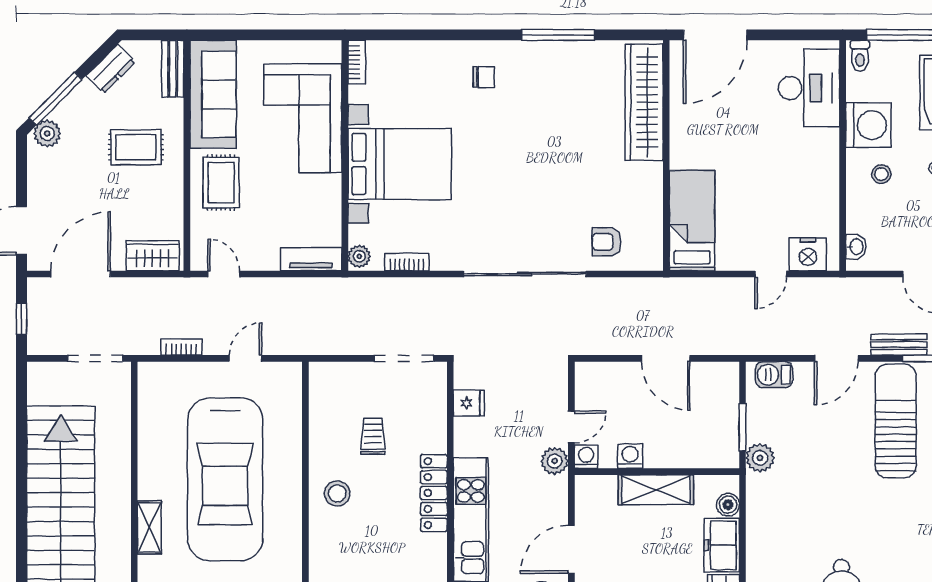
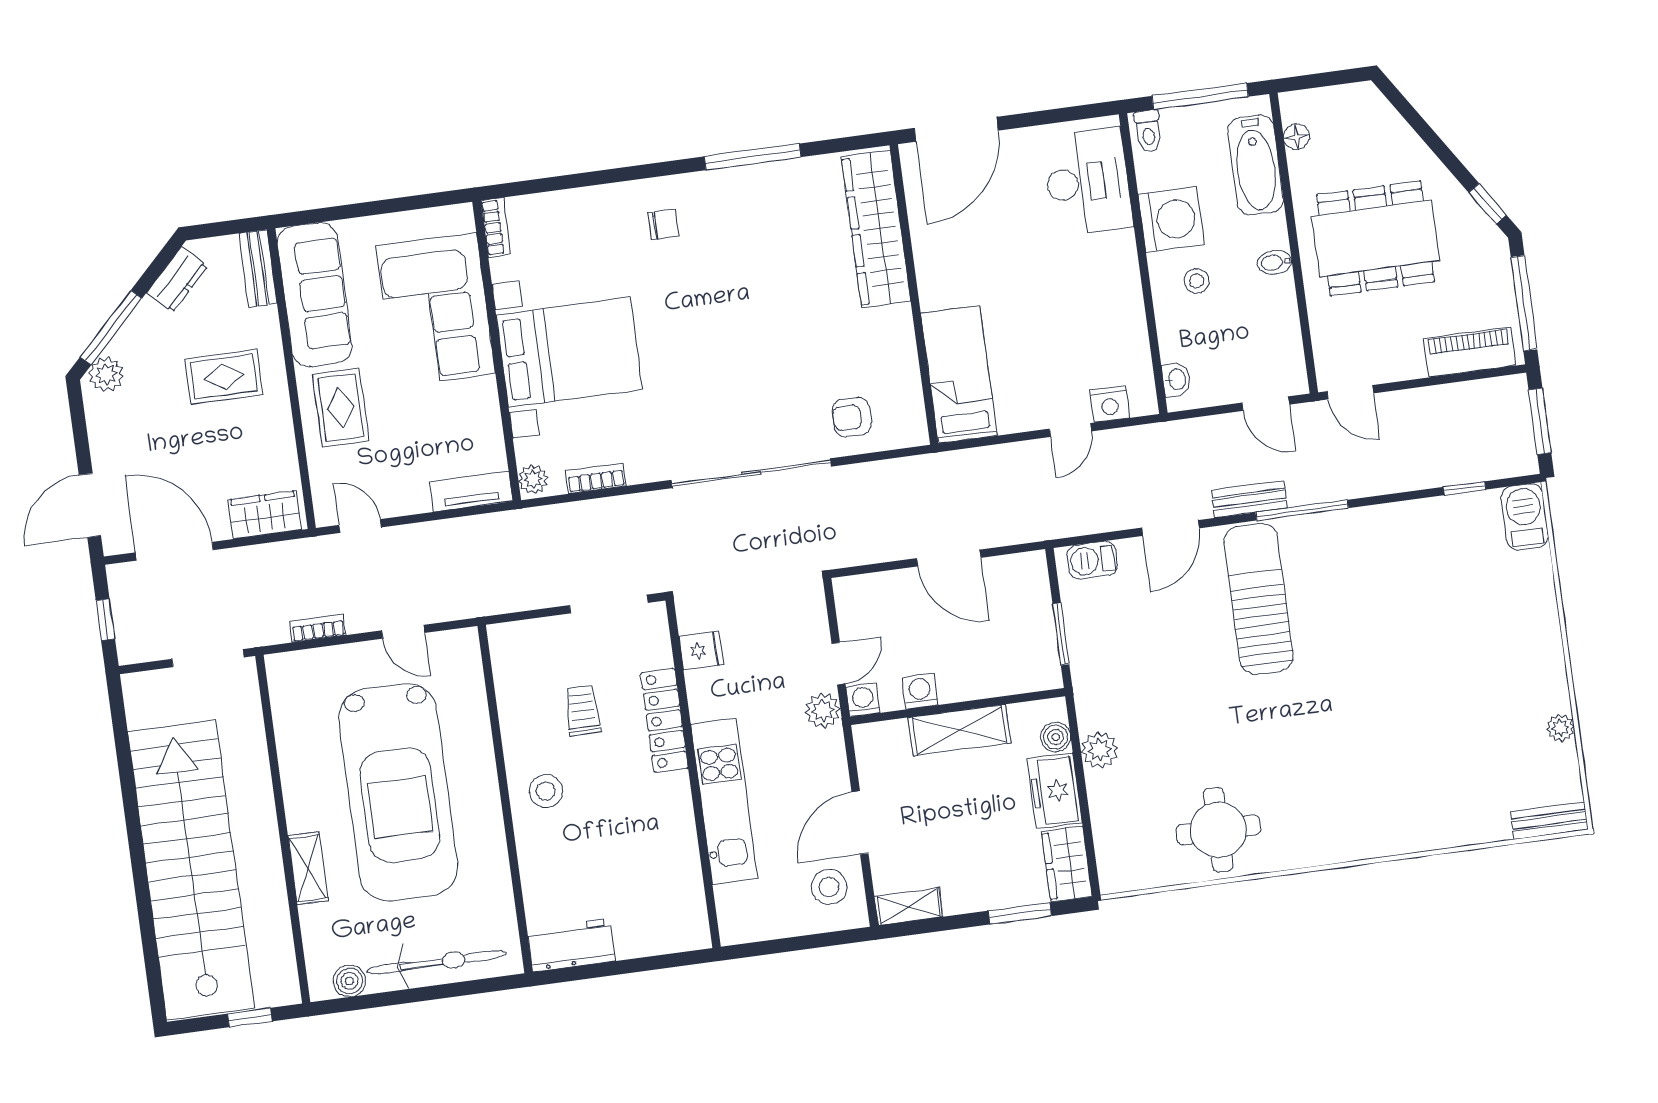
nightstand: (808, 254) -> (1110, 404), width x0.74, depth x0.75
door: (81, 274) -> (174, 551), hinge flipped
door: (245, 358) -> (403, 632), swing flipped
plant: (760, 458) -> (1100, 750), moved
locker: (434, 493) -> (664, 720), moved

